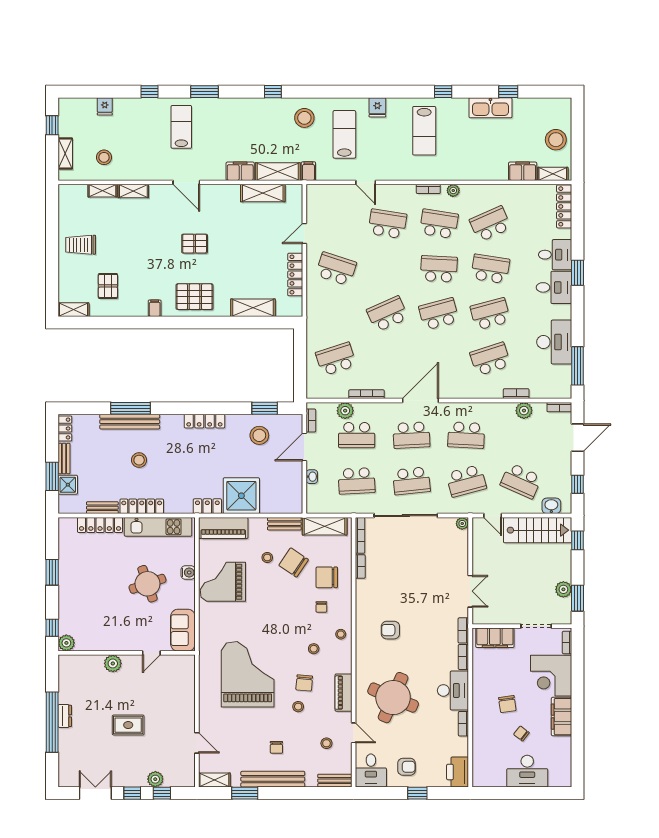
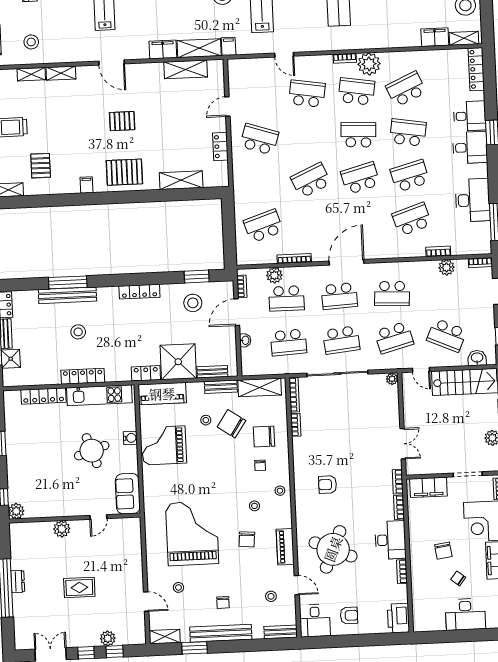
plant: (453, 190) -> (369, 64), width x1.88, depth x1.88
locker: (295, 275) -> (220, 146), width x0.66
bench: (102, 508) -> (212, 372), moved
stool: (298, 707) -> (178, 587), moved
window: (417, 793) -> (361, 640), removed

